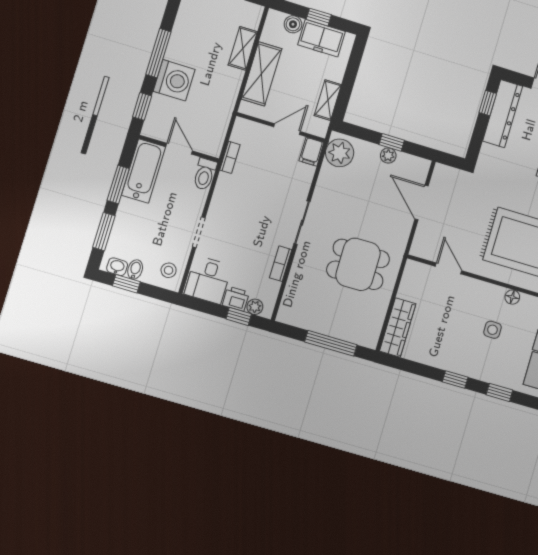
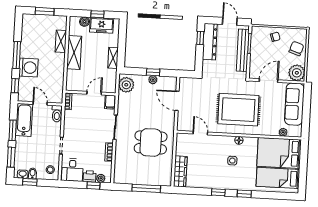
wall: (281, 127) -> (91, 93), moved
door: (287, 129) -> (94, 93), moved
filing cabinet: (311, 152) -> (110, 102), moved

